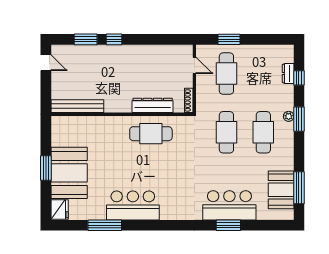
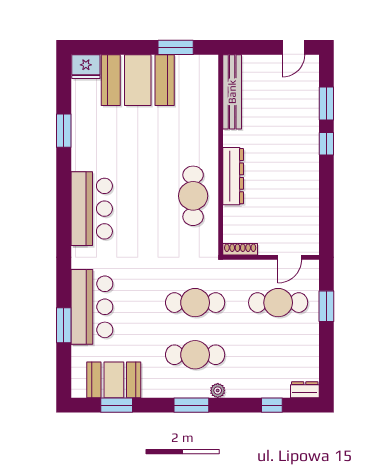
dresser: (288, 74) -> (305, 390), moved
dresser: (153, 105) -> (233, 176), moved
window: (299, 119) -> (191, 405), moved
window: (46, 168) -> (176, 47), moved
window: (299, 188) -> (117, 405), width x0.69
bar counter: (133, 205) -> (92, 209), moved
window: (105, 225) -> (64, 131), width x0.69
window: (228, 225) -> (64, 325), moved

